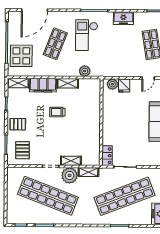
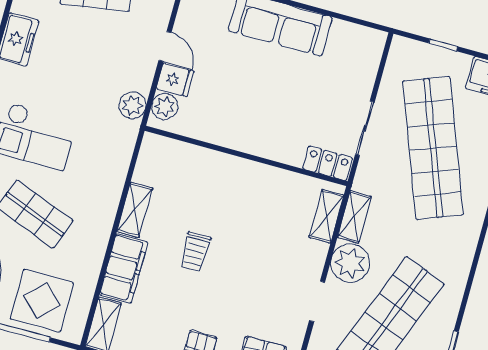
plant: (85, 71) -> (132, 105), moved
door: (148, 78) -> (165, 46), moved
shelving: (71, 161) -> (326, 216), moved

